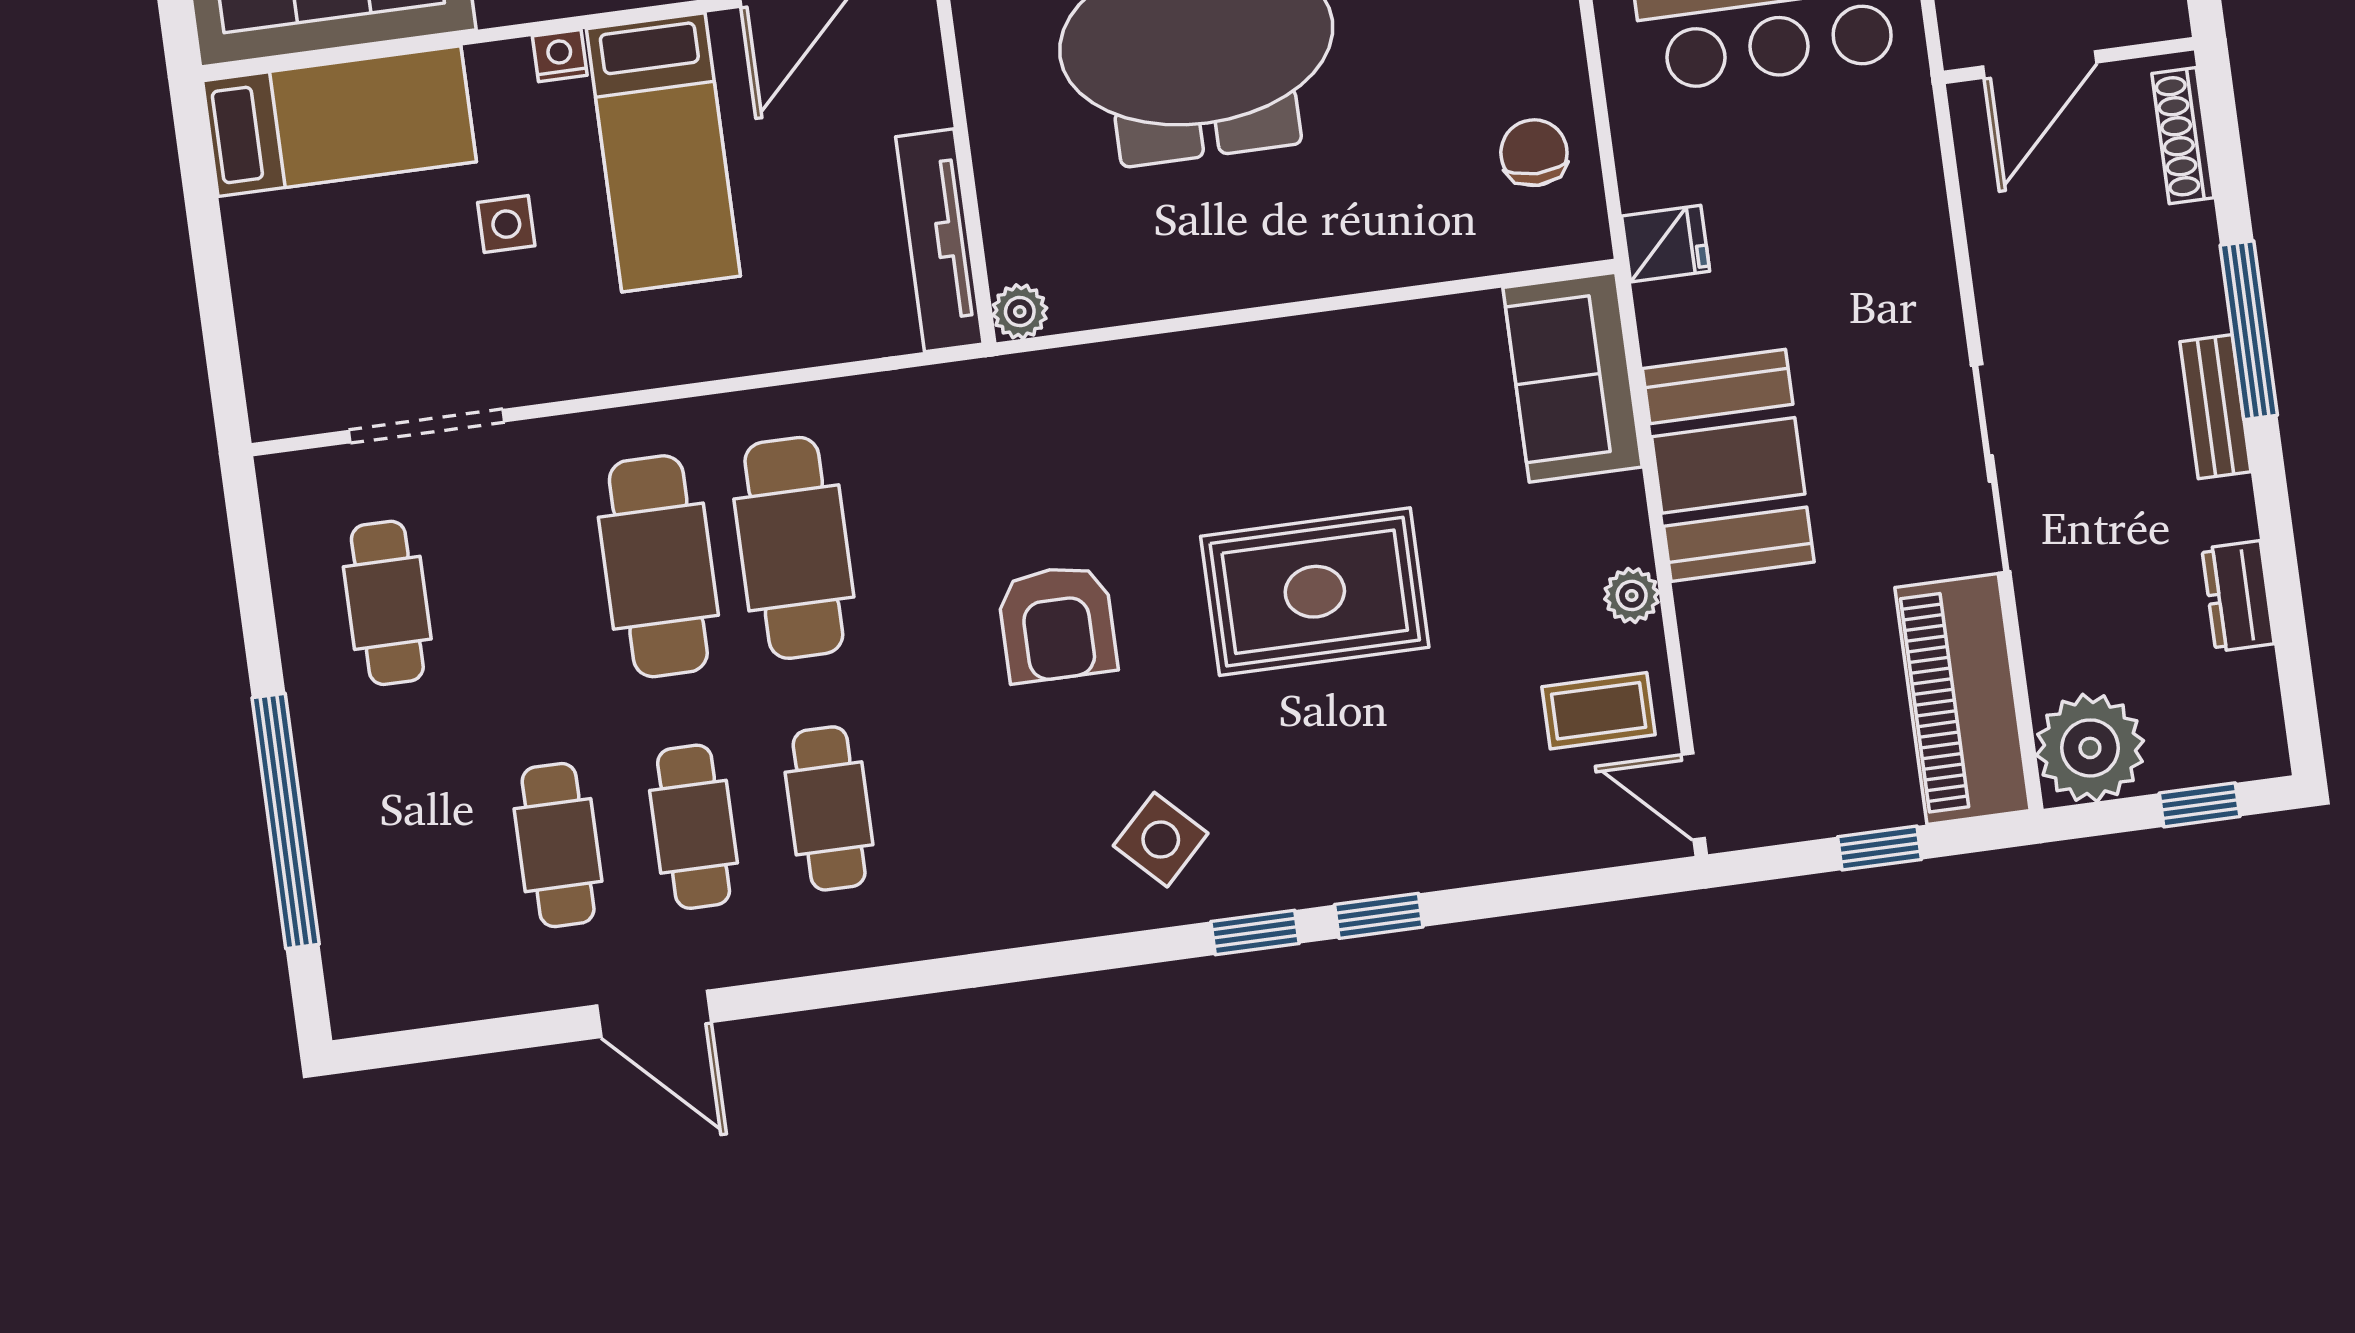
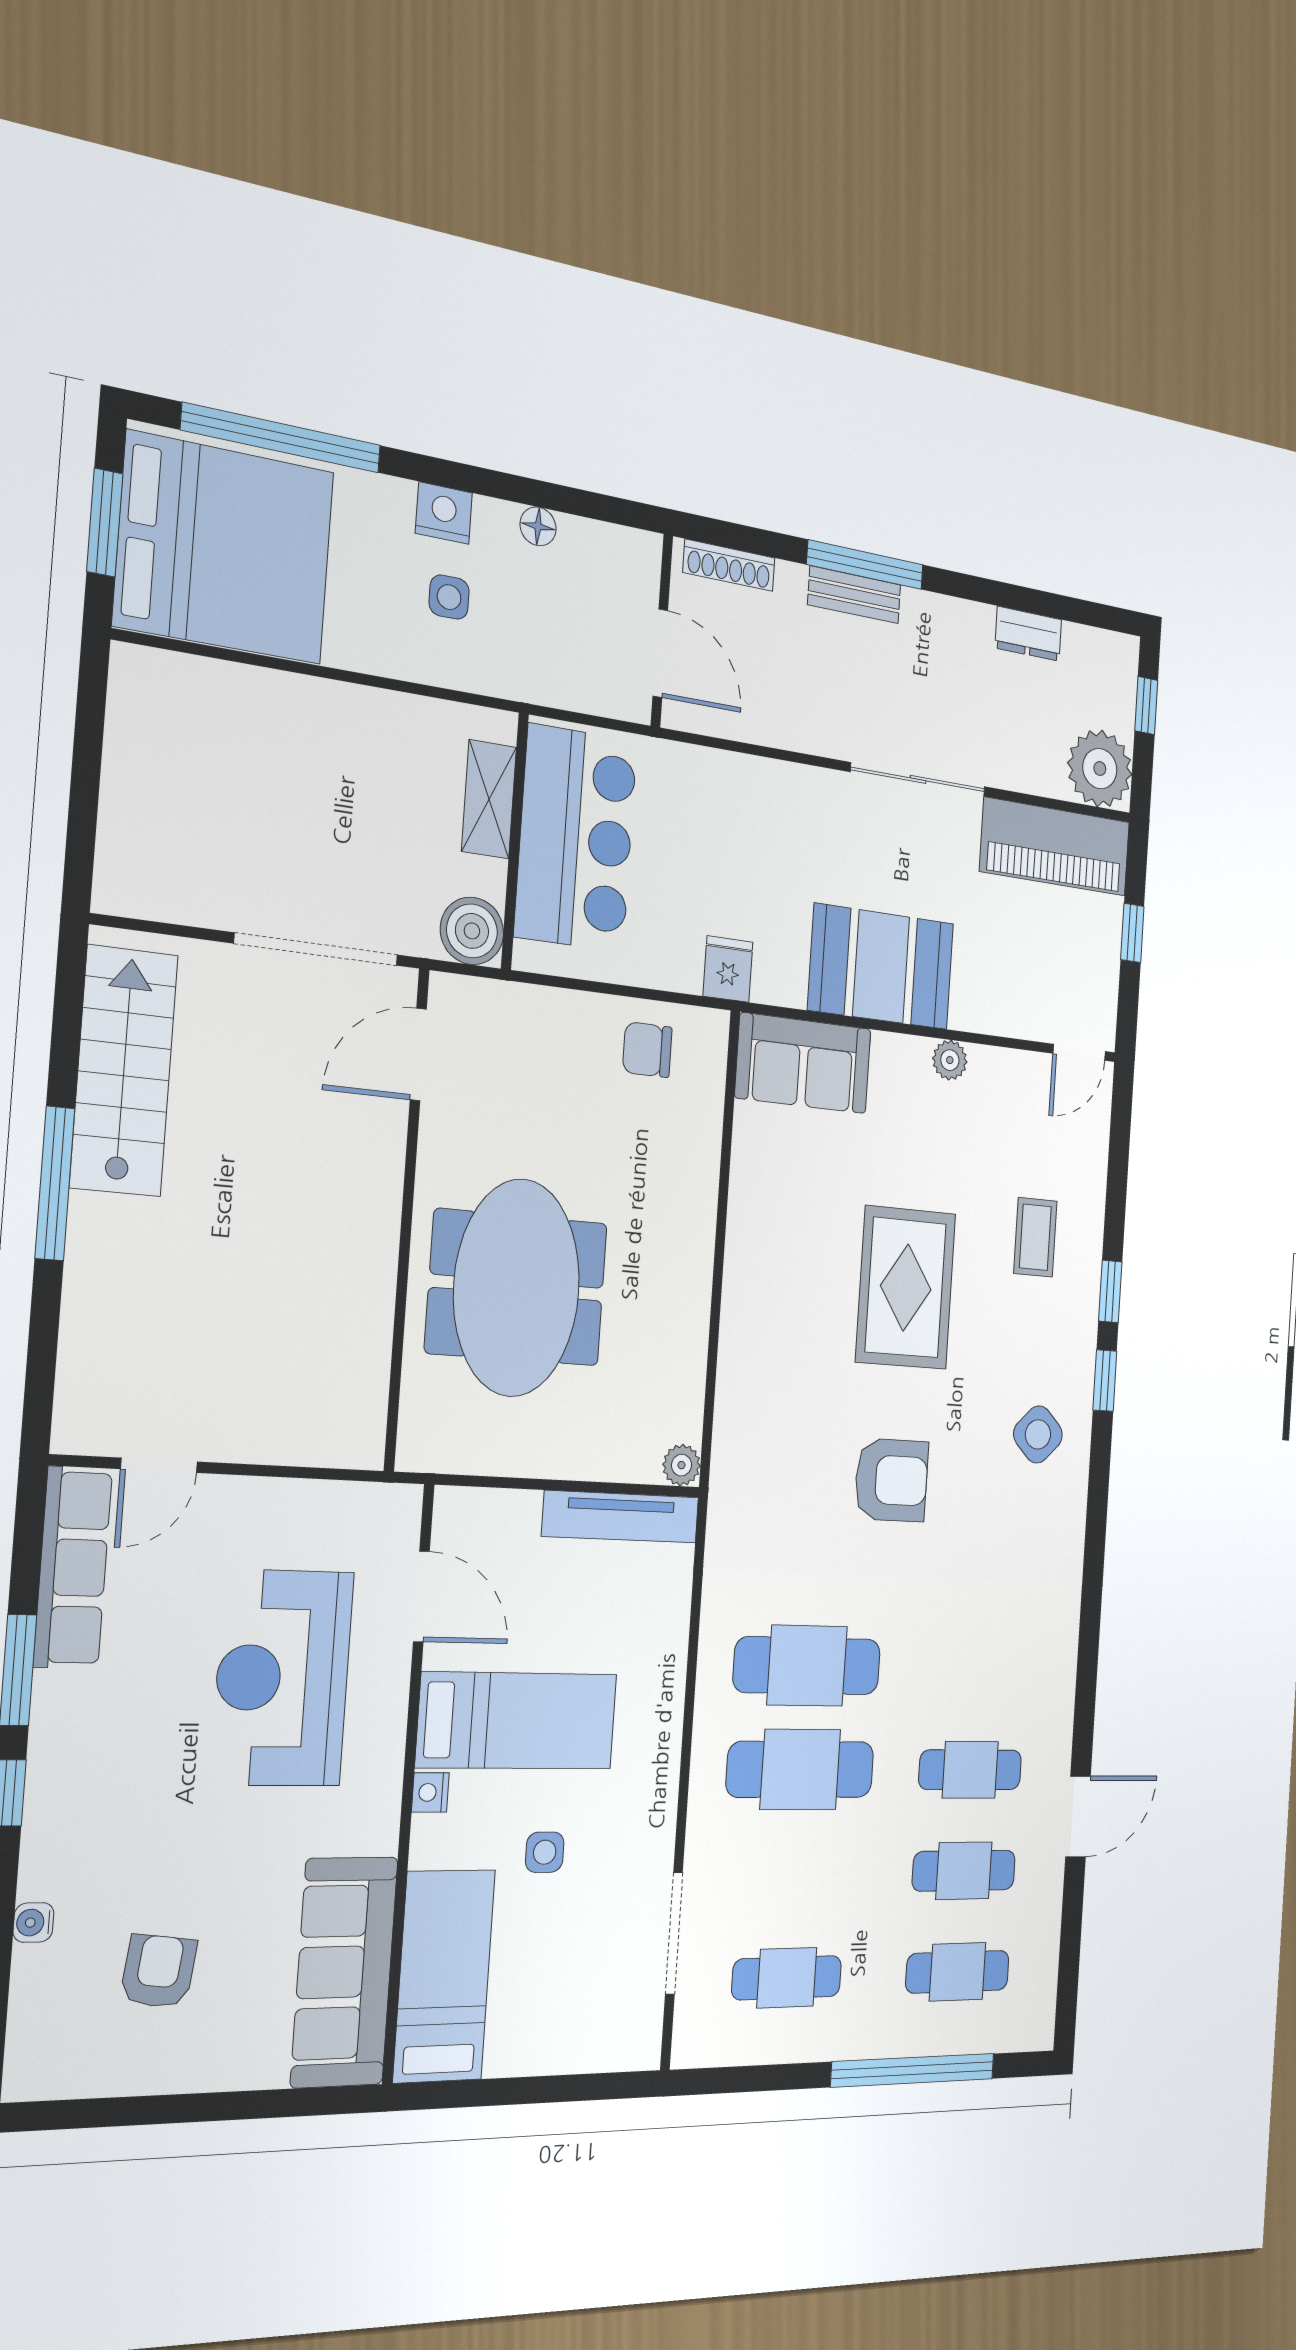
bench: (2215, 407) -> (854, 595), moved
coffee table: (1599, 711) -> (1035, 1237), moved
cafe table: (829, 808) -> (958, 1972), moved

